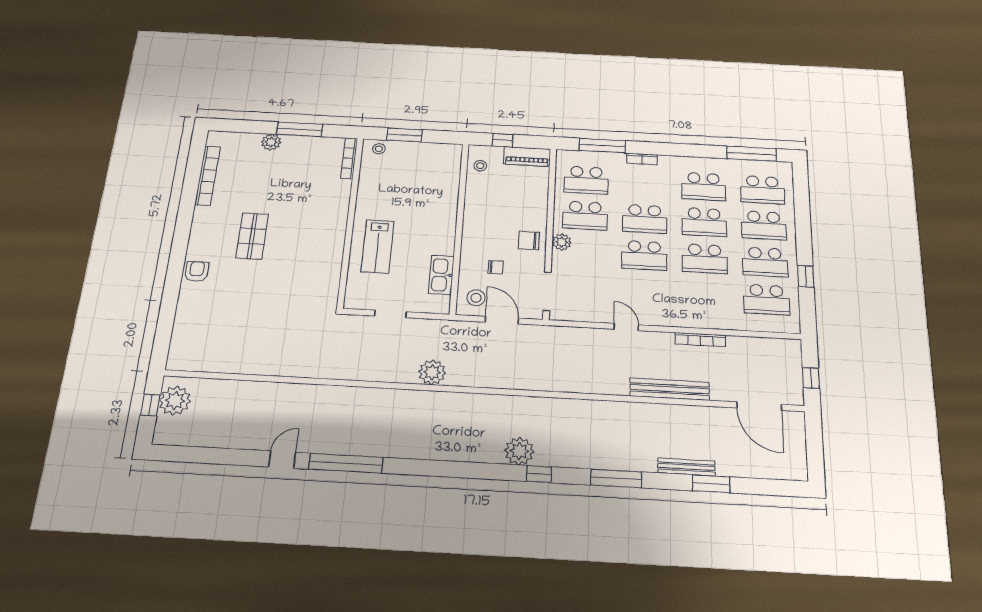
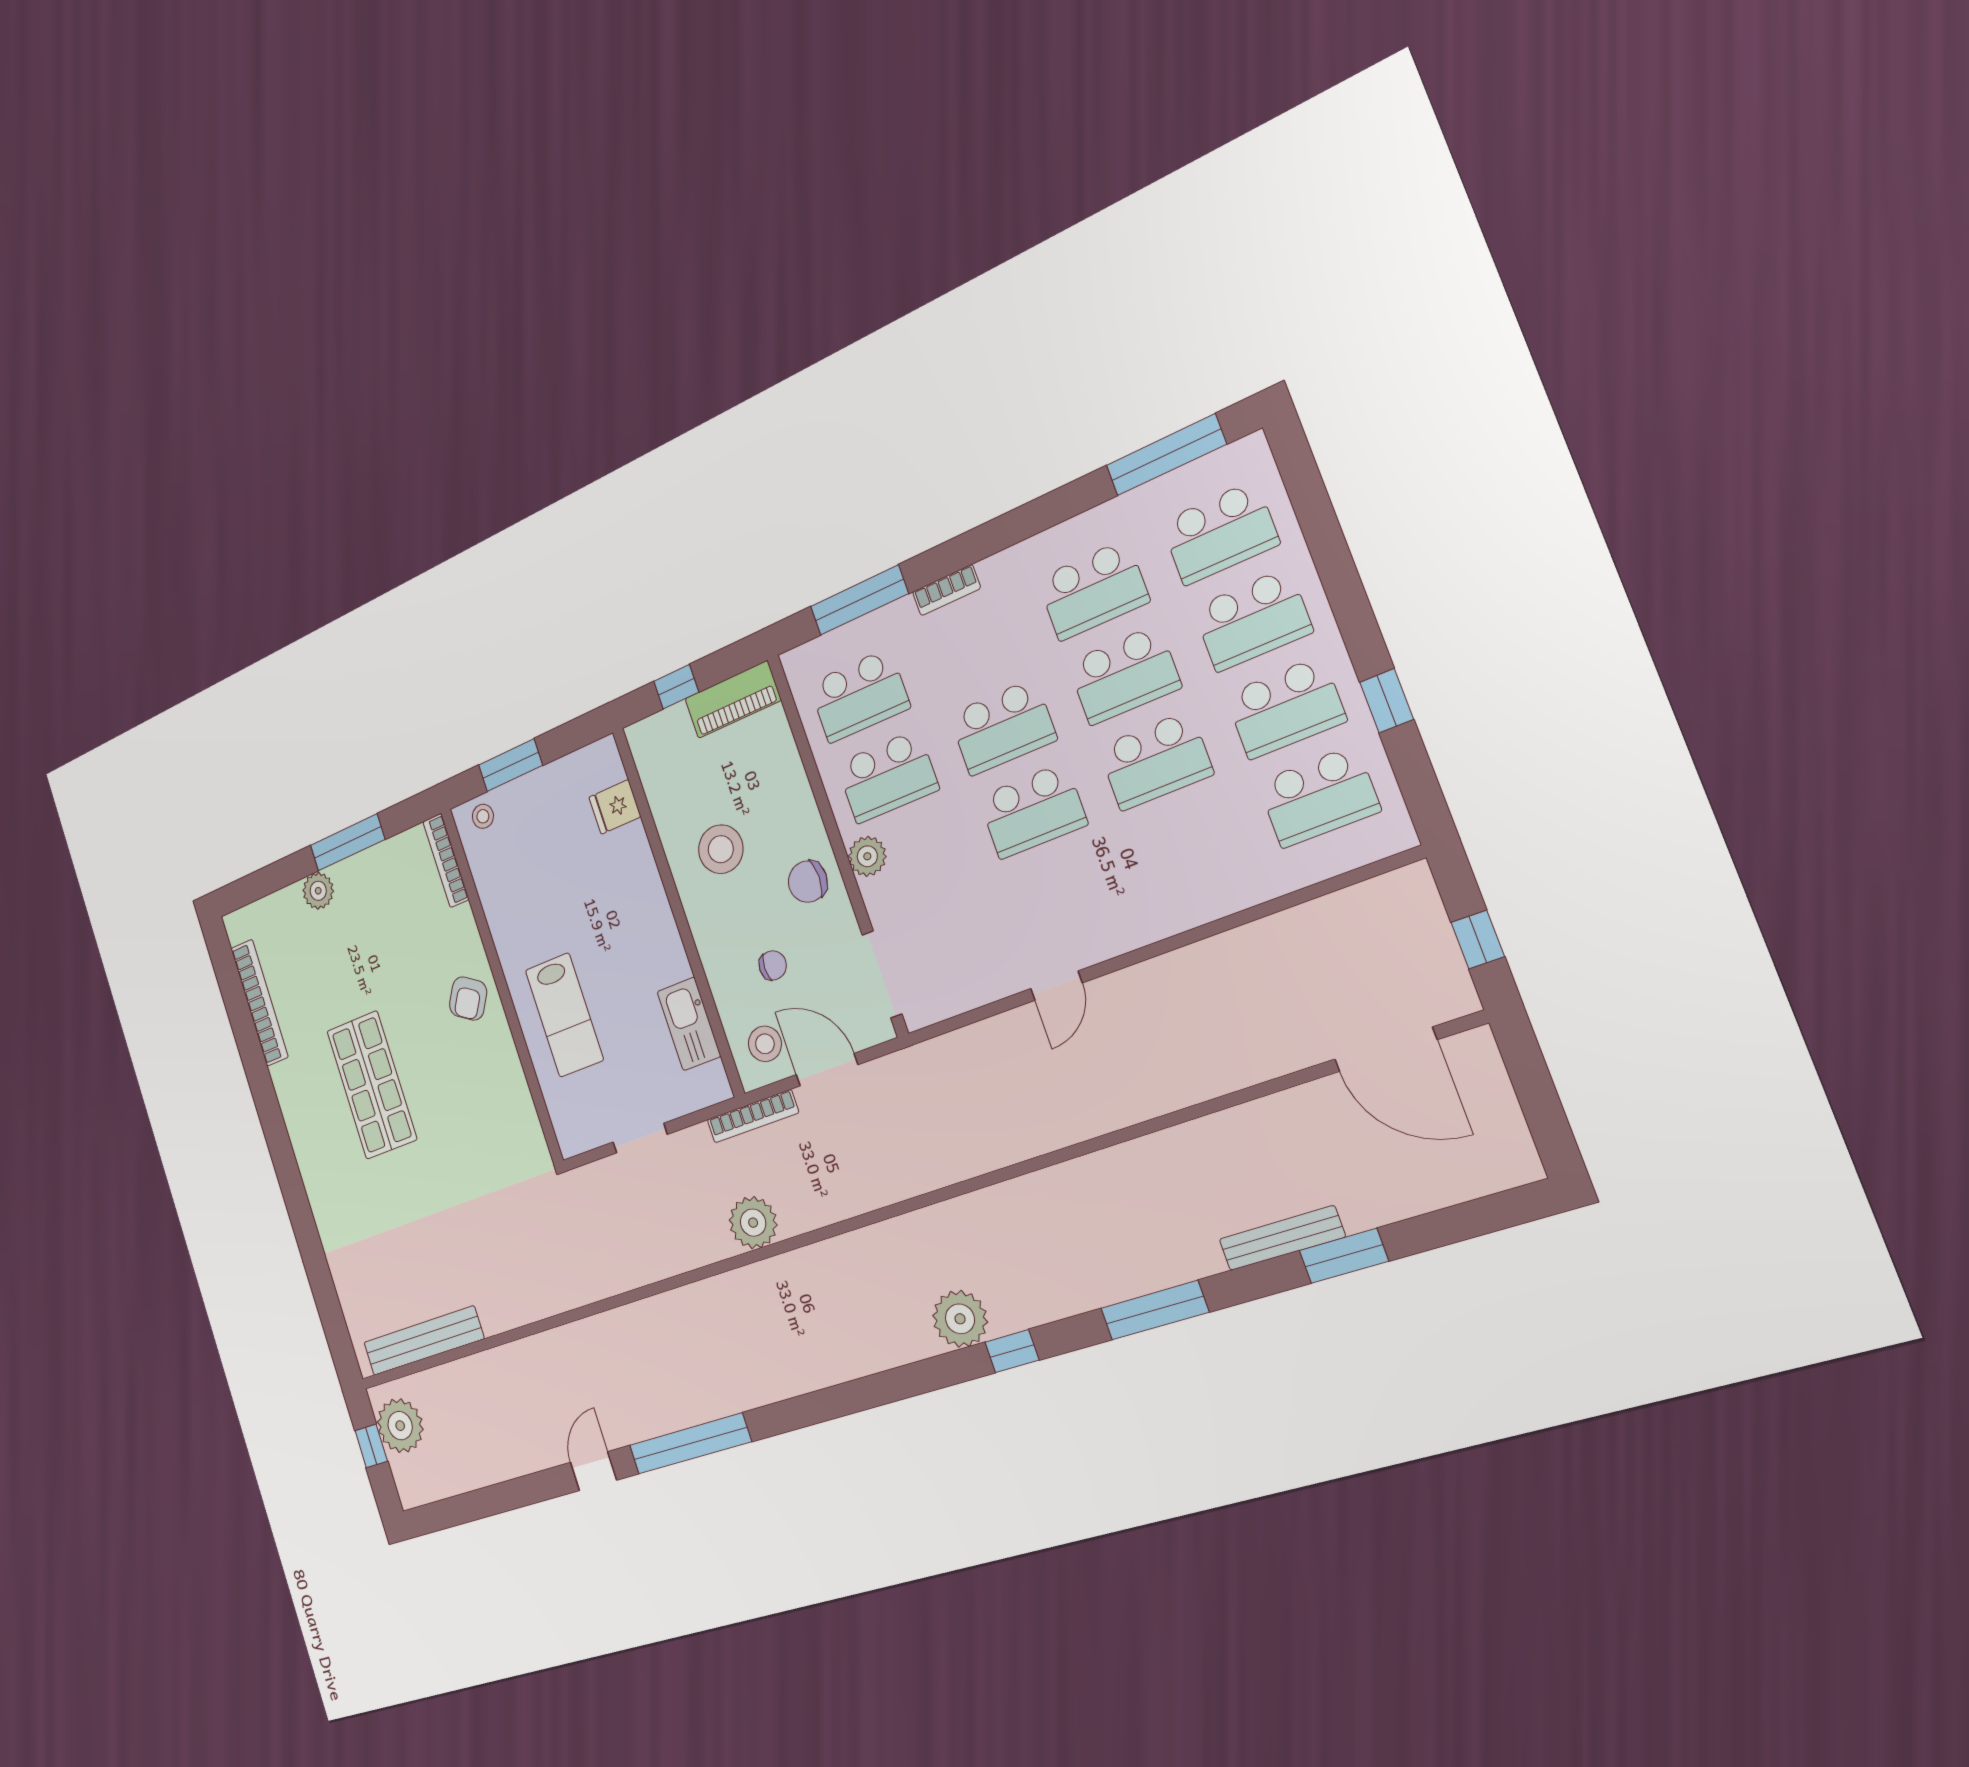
stool: (480, 166) -> (721, 849), moved, width x1.89, depth x1.89
fridge: (449, 173) -> (615, 807), added
shop shelf: (252, 236) -> (372, 1085), width x1.43, depth x1.36
armchair: (197, 271) -> (468, 999), moved, turned -148
door: (626, 327) -> (1056, 986), swing flipped
bookcase: (700, 340) -> (753, 1116), moved
bench: (670, 389) -> (423, 1341), moved

